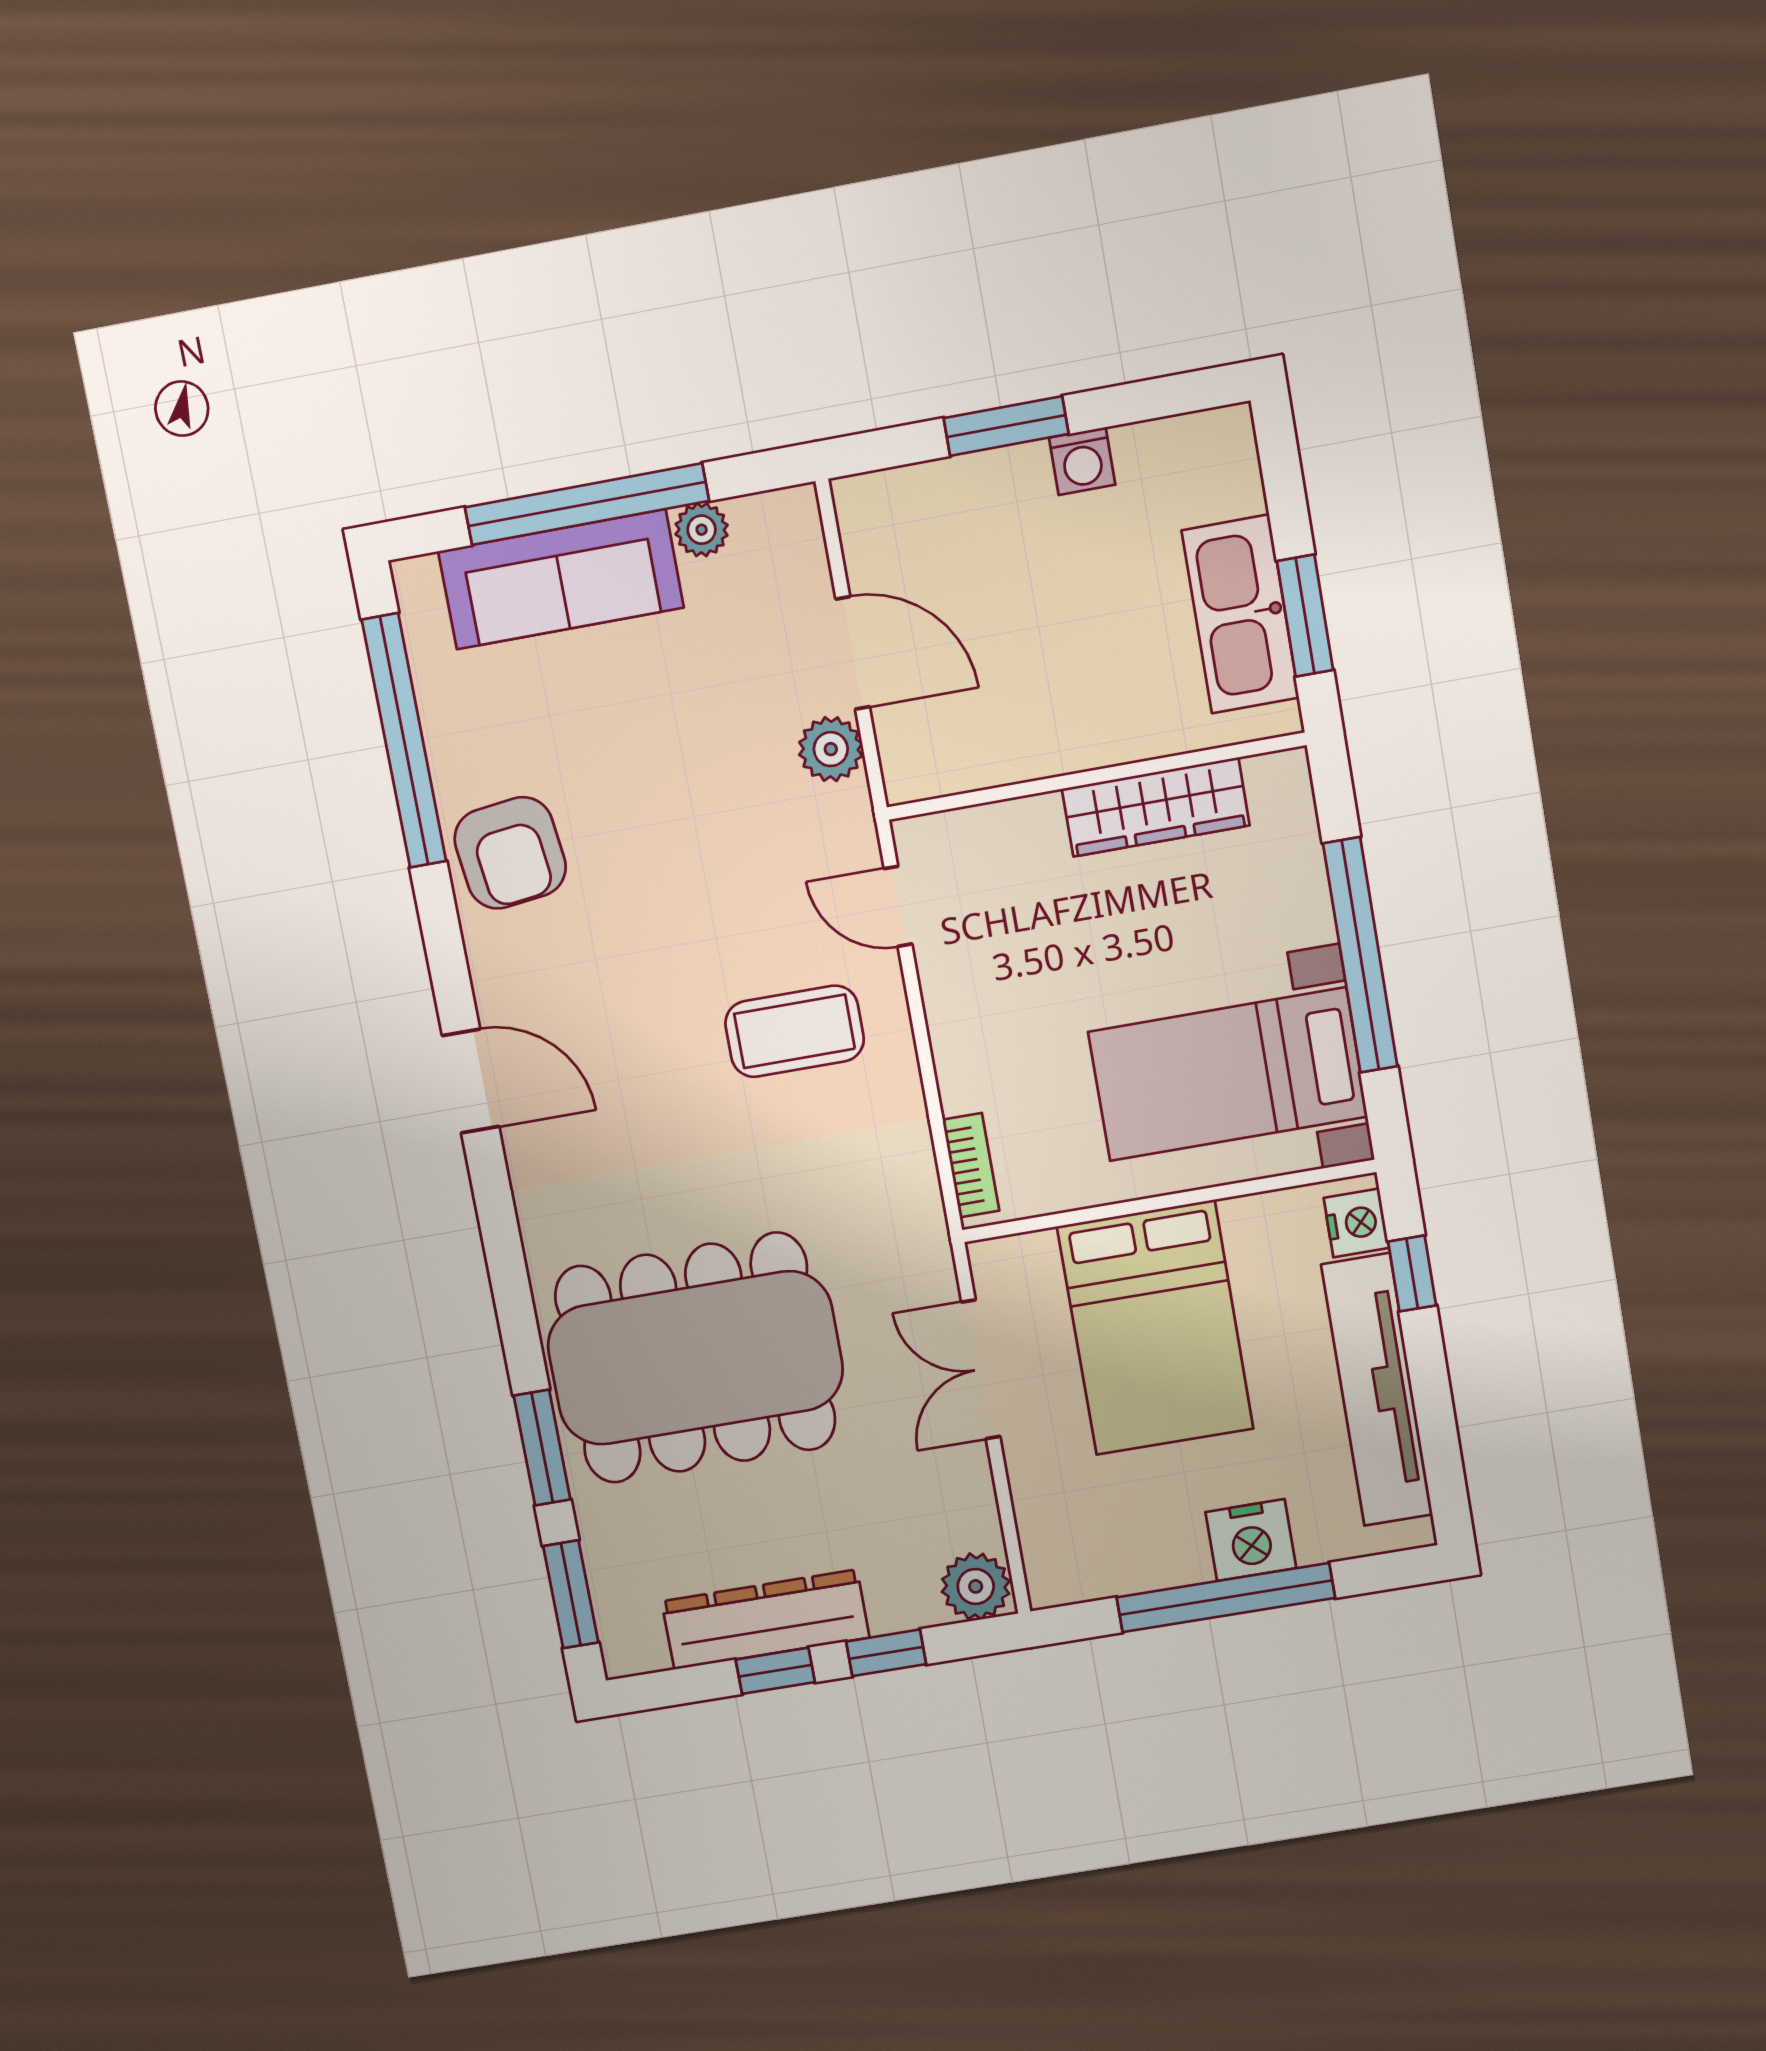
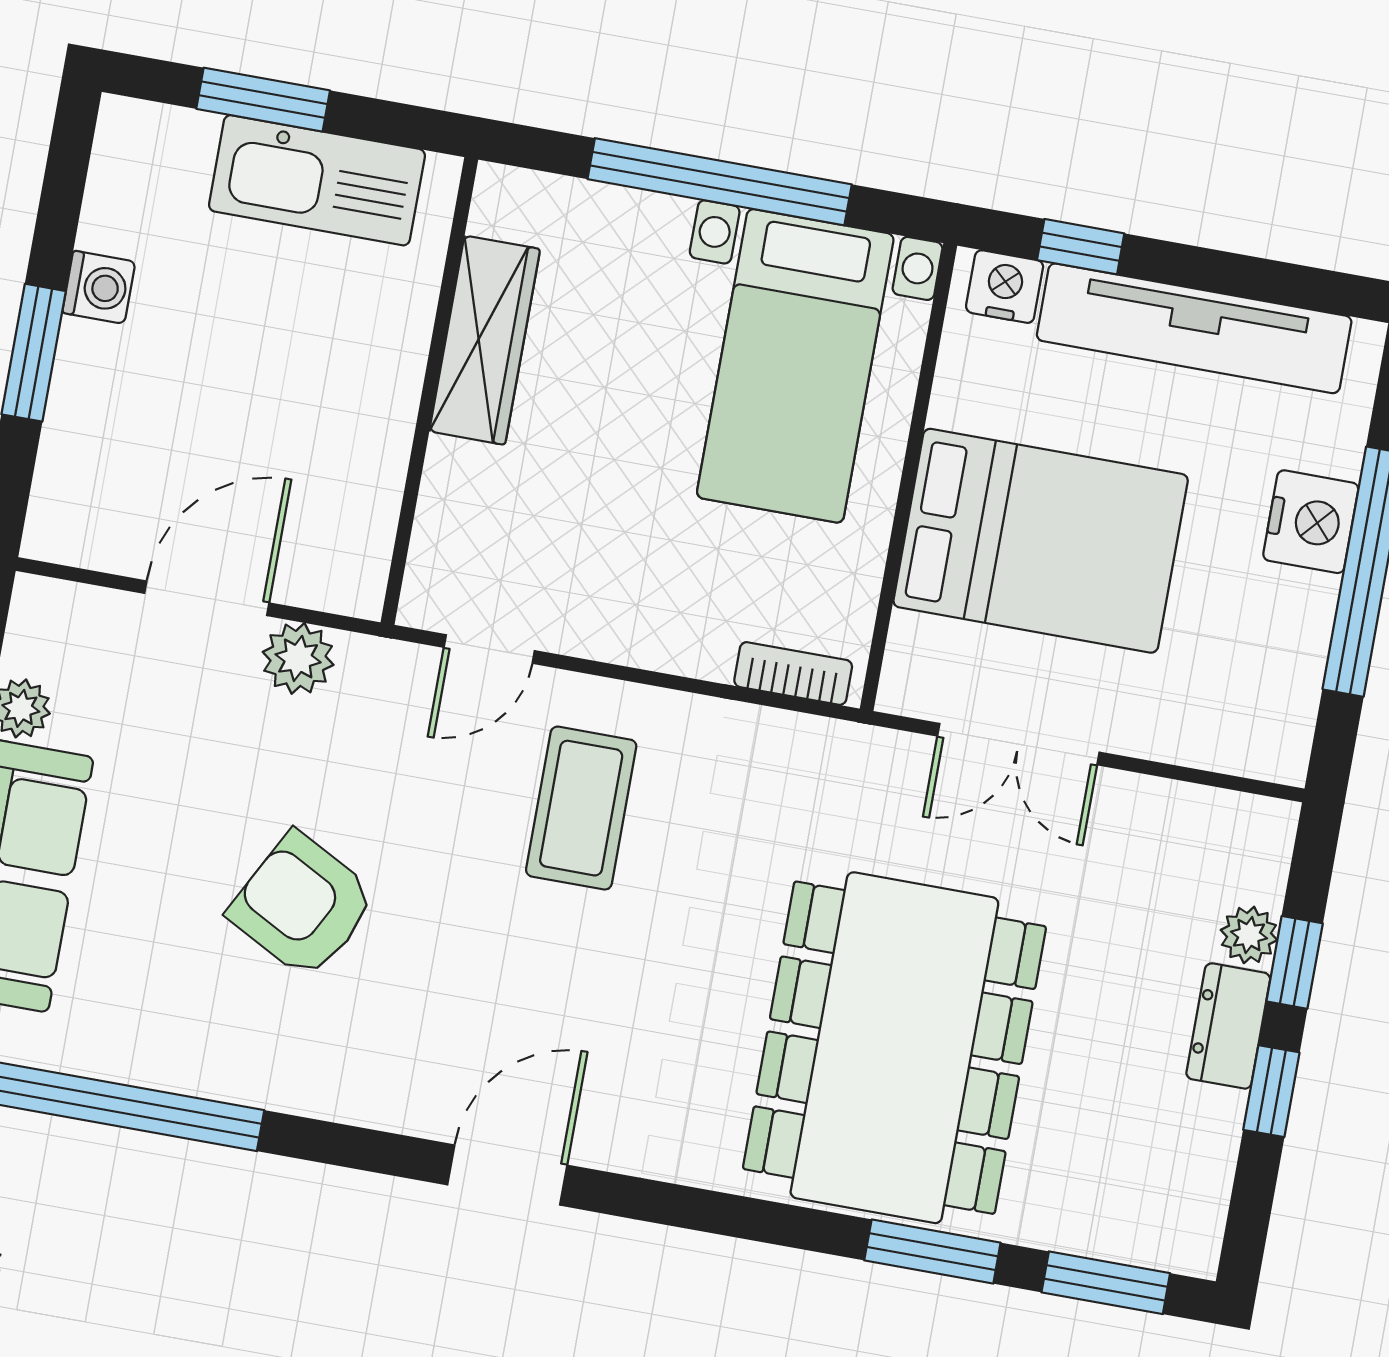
window: (1305, 616) -> (263, 100), moved
armchair: (510, 853) -> (302, 905), moved, turned -145
plant: (976, 1586) -> (1249, 935), moved, width x0.73, depth x0.73
dresser: (765, 1620) -> (1228, 1026), width x0.51, depth x0.80

